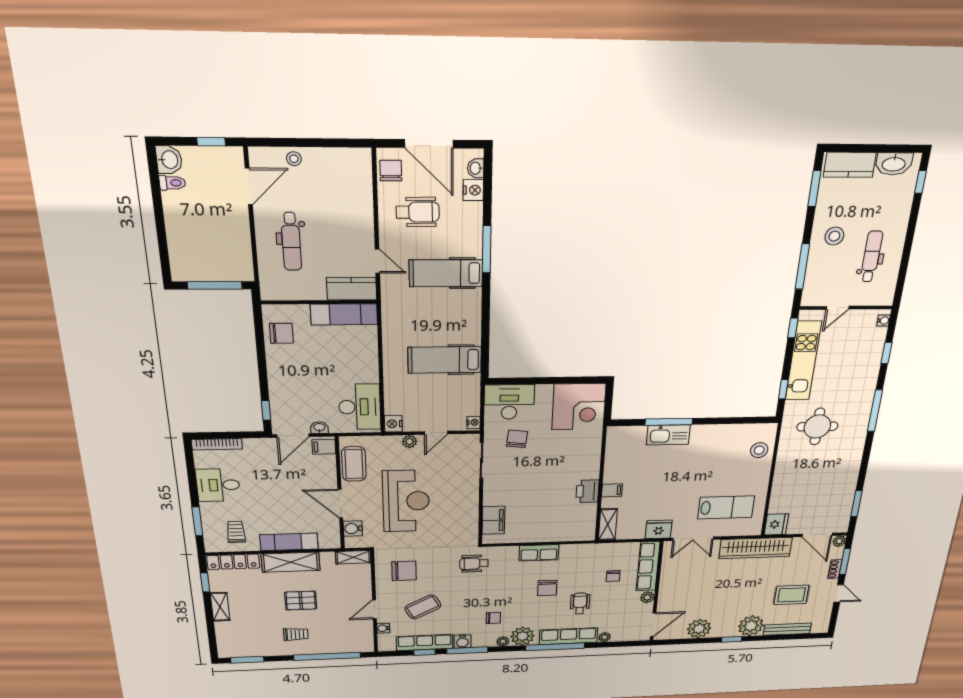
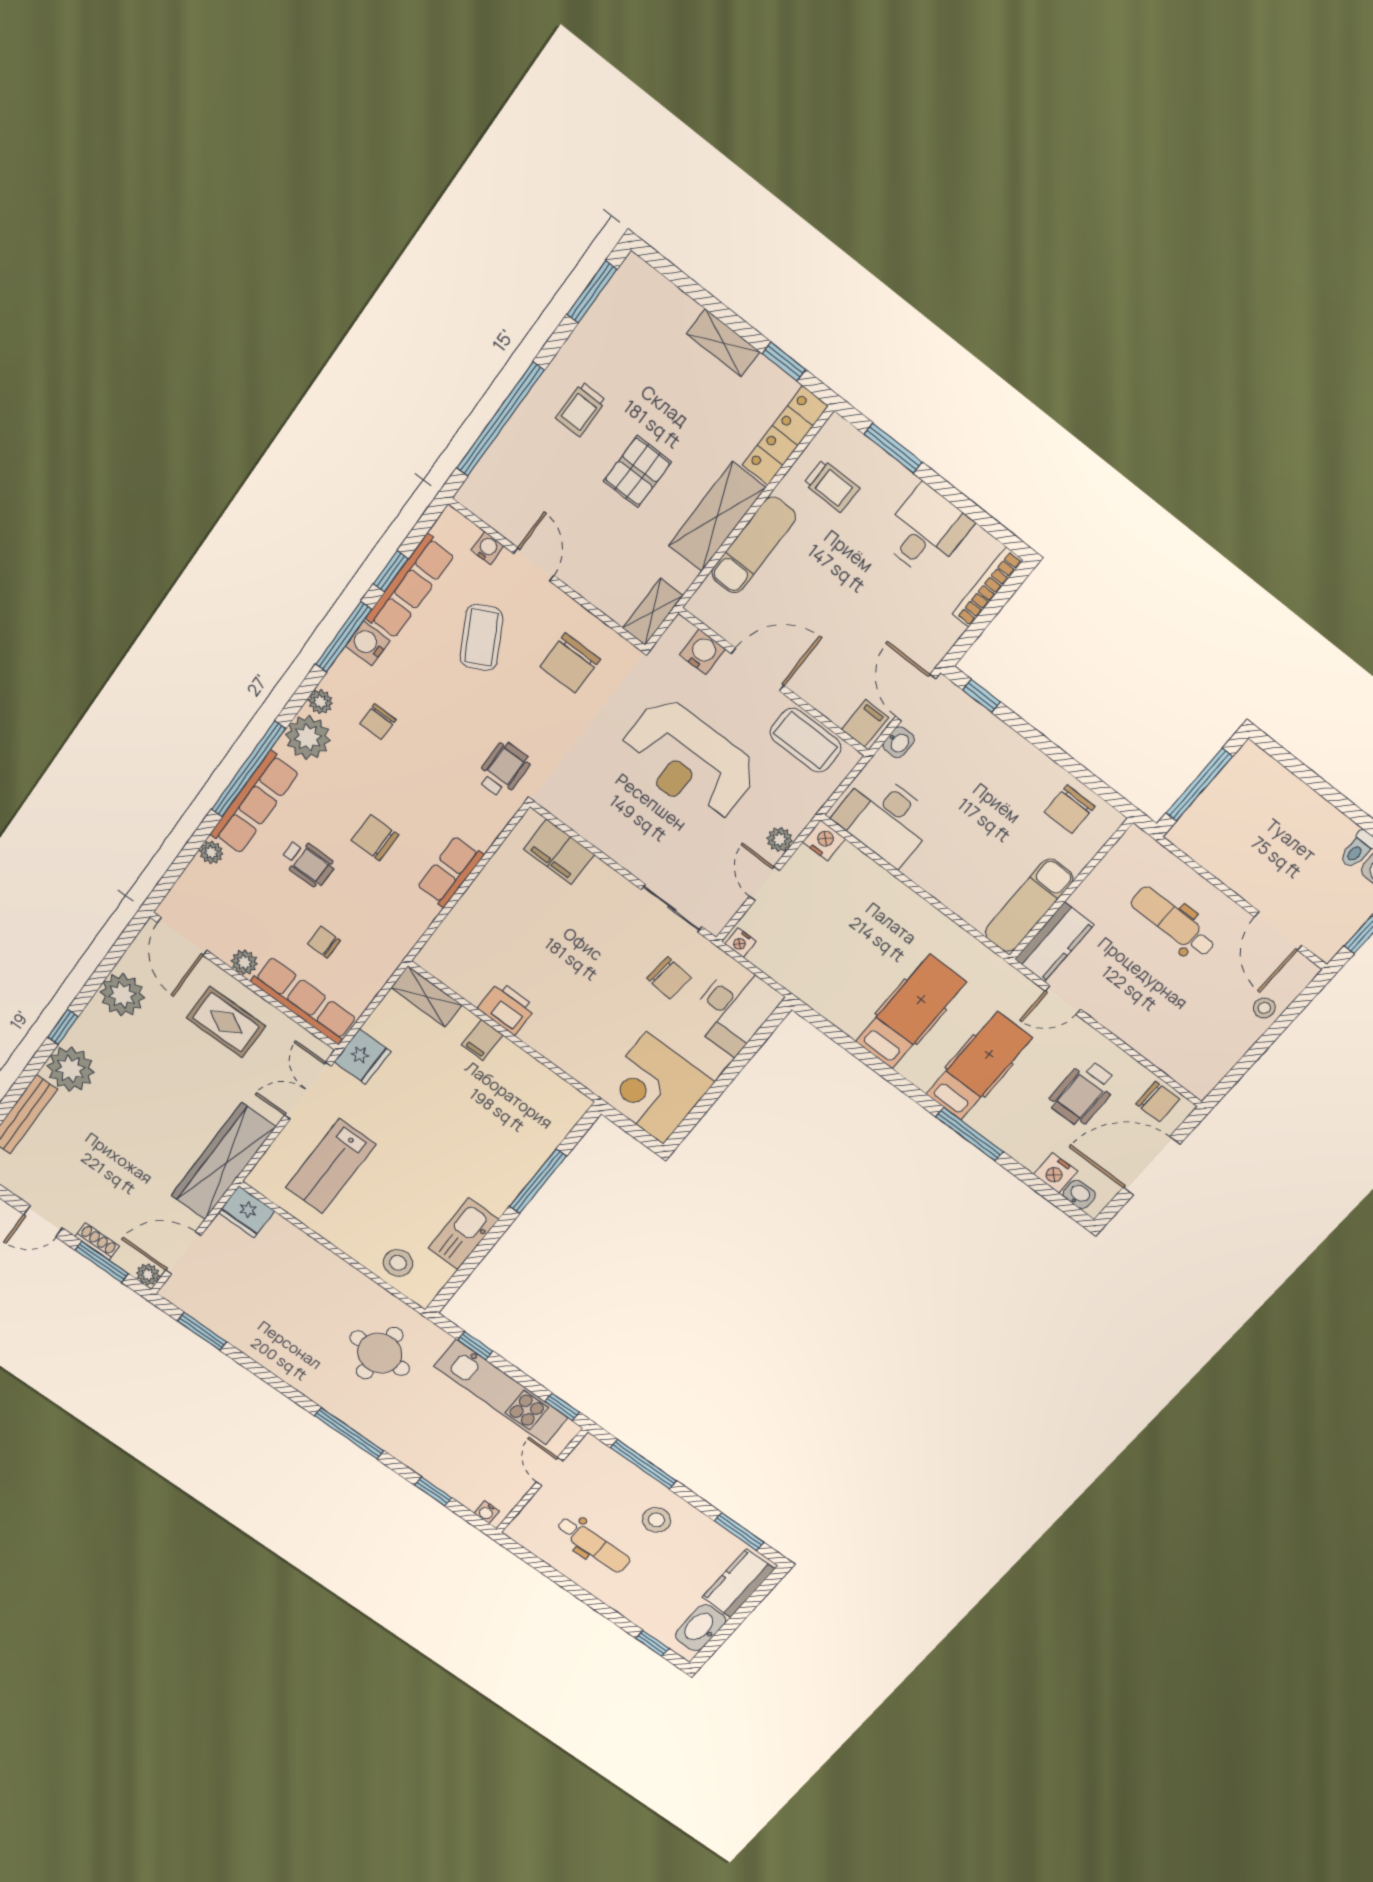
hospital bed: (445, 360) -> (911, 1012), moved
kitchen sink: (668, 435) -> (463, 1234), moved
rug: (791, 595) -> (226, 1022), moved, turned 90

